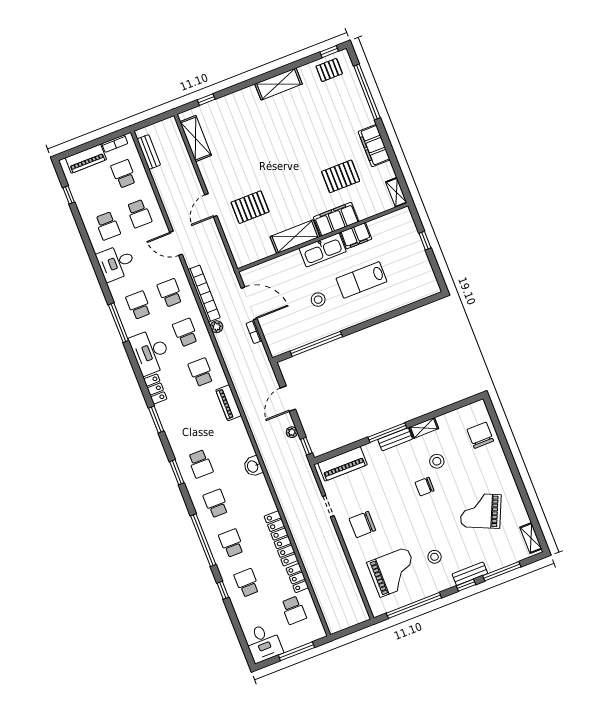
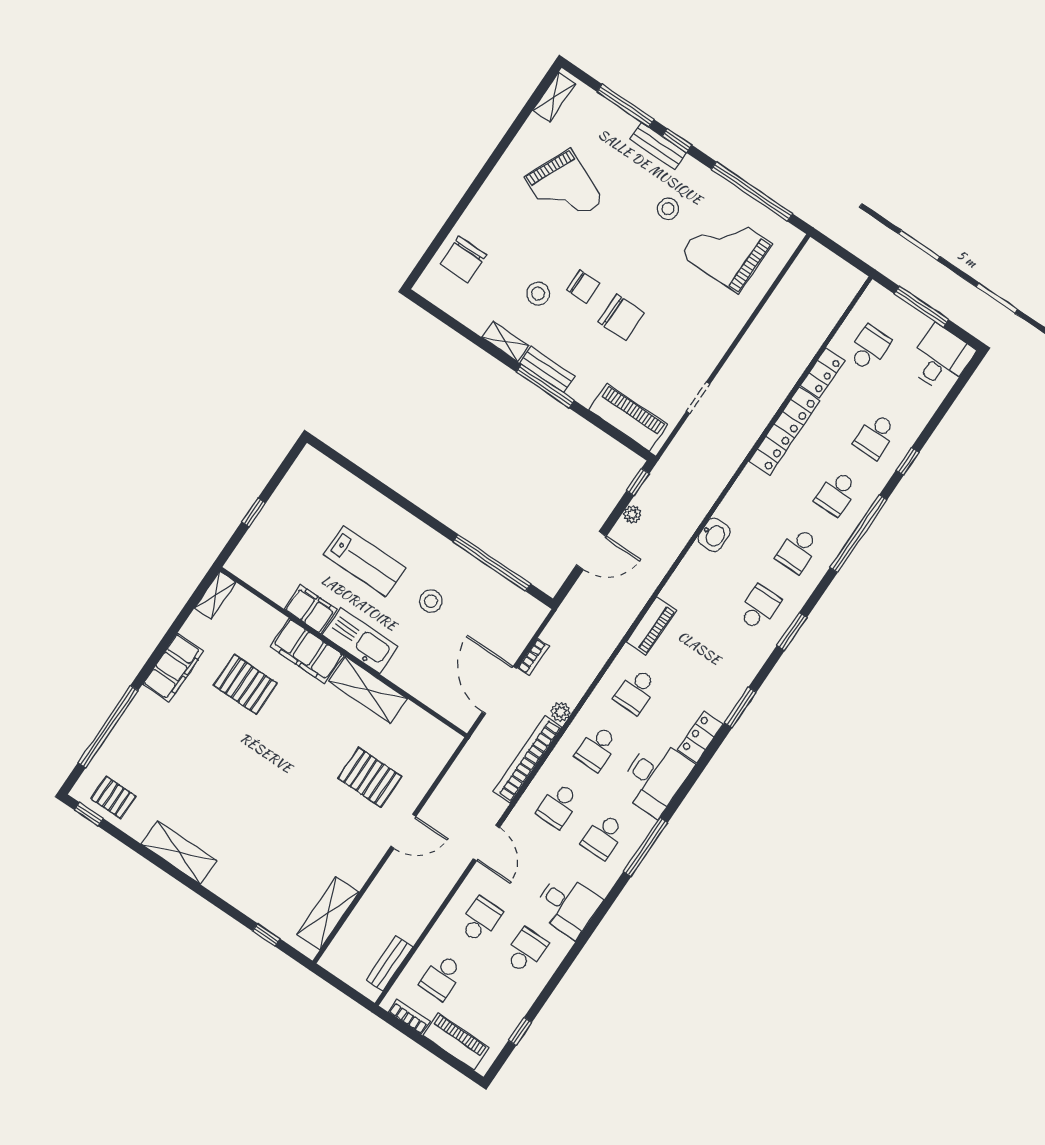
chair: (362, 525) -> (621, 317), moved

